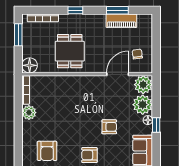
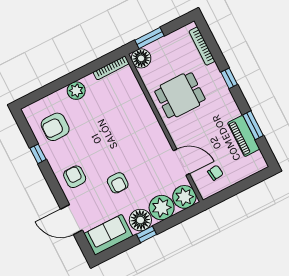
window: (18, 35) -> (150, 38), moved
plant: (29, 113) -> (76, 91), moved
floor lamp: (148, 120) -> (140, 220), width x1.89, depth x1.89

